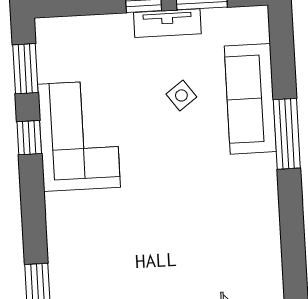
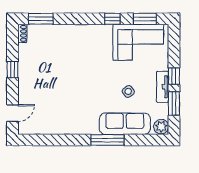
plant: (252, 21) -> (161, 127), added
corner sofa: (79, 136) -> (138, 42), moved

